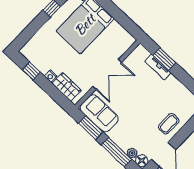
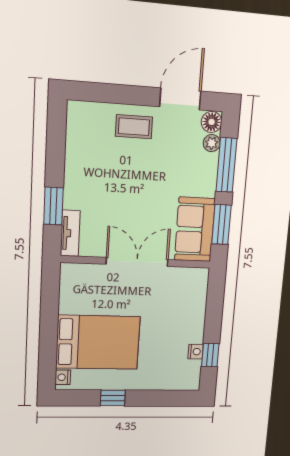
tv unit: (158, 67) -> (70, 233), moved
nightstand: (51, 76) -> (196, 352), moved
wardrobe: (67, 87) -> (195, 298), removed

